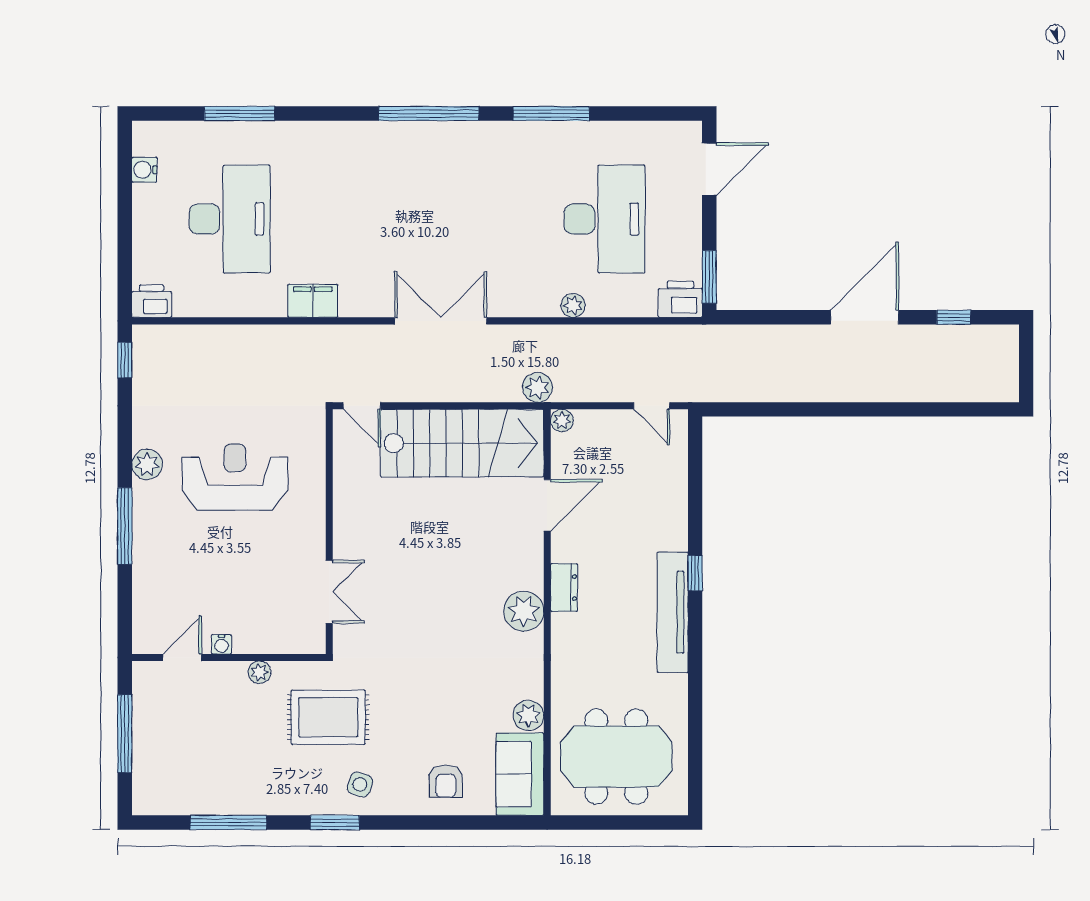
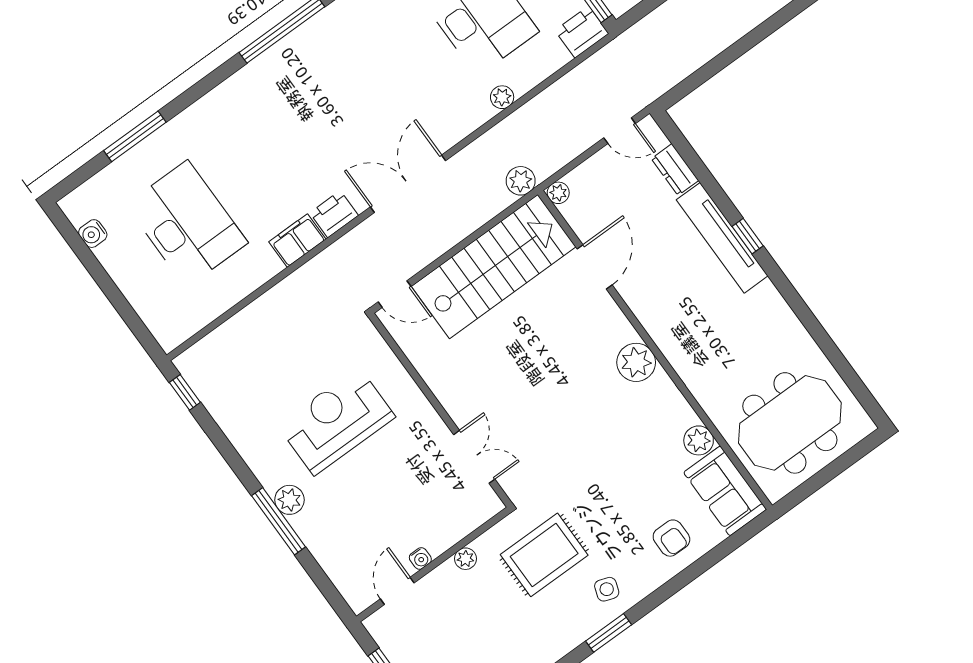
printer: (152, 301) -> (334, 214), moved
plant: (147, 464) -> (289, 500), moved
dresser: (564, 588) -> (675, 170), moved, turned 180
tv unit: (673, 612) -> (722, 238), moved

